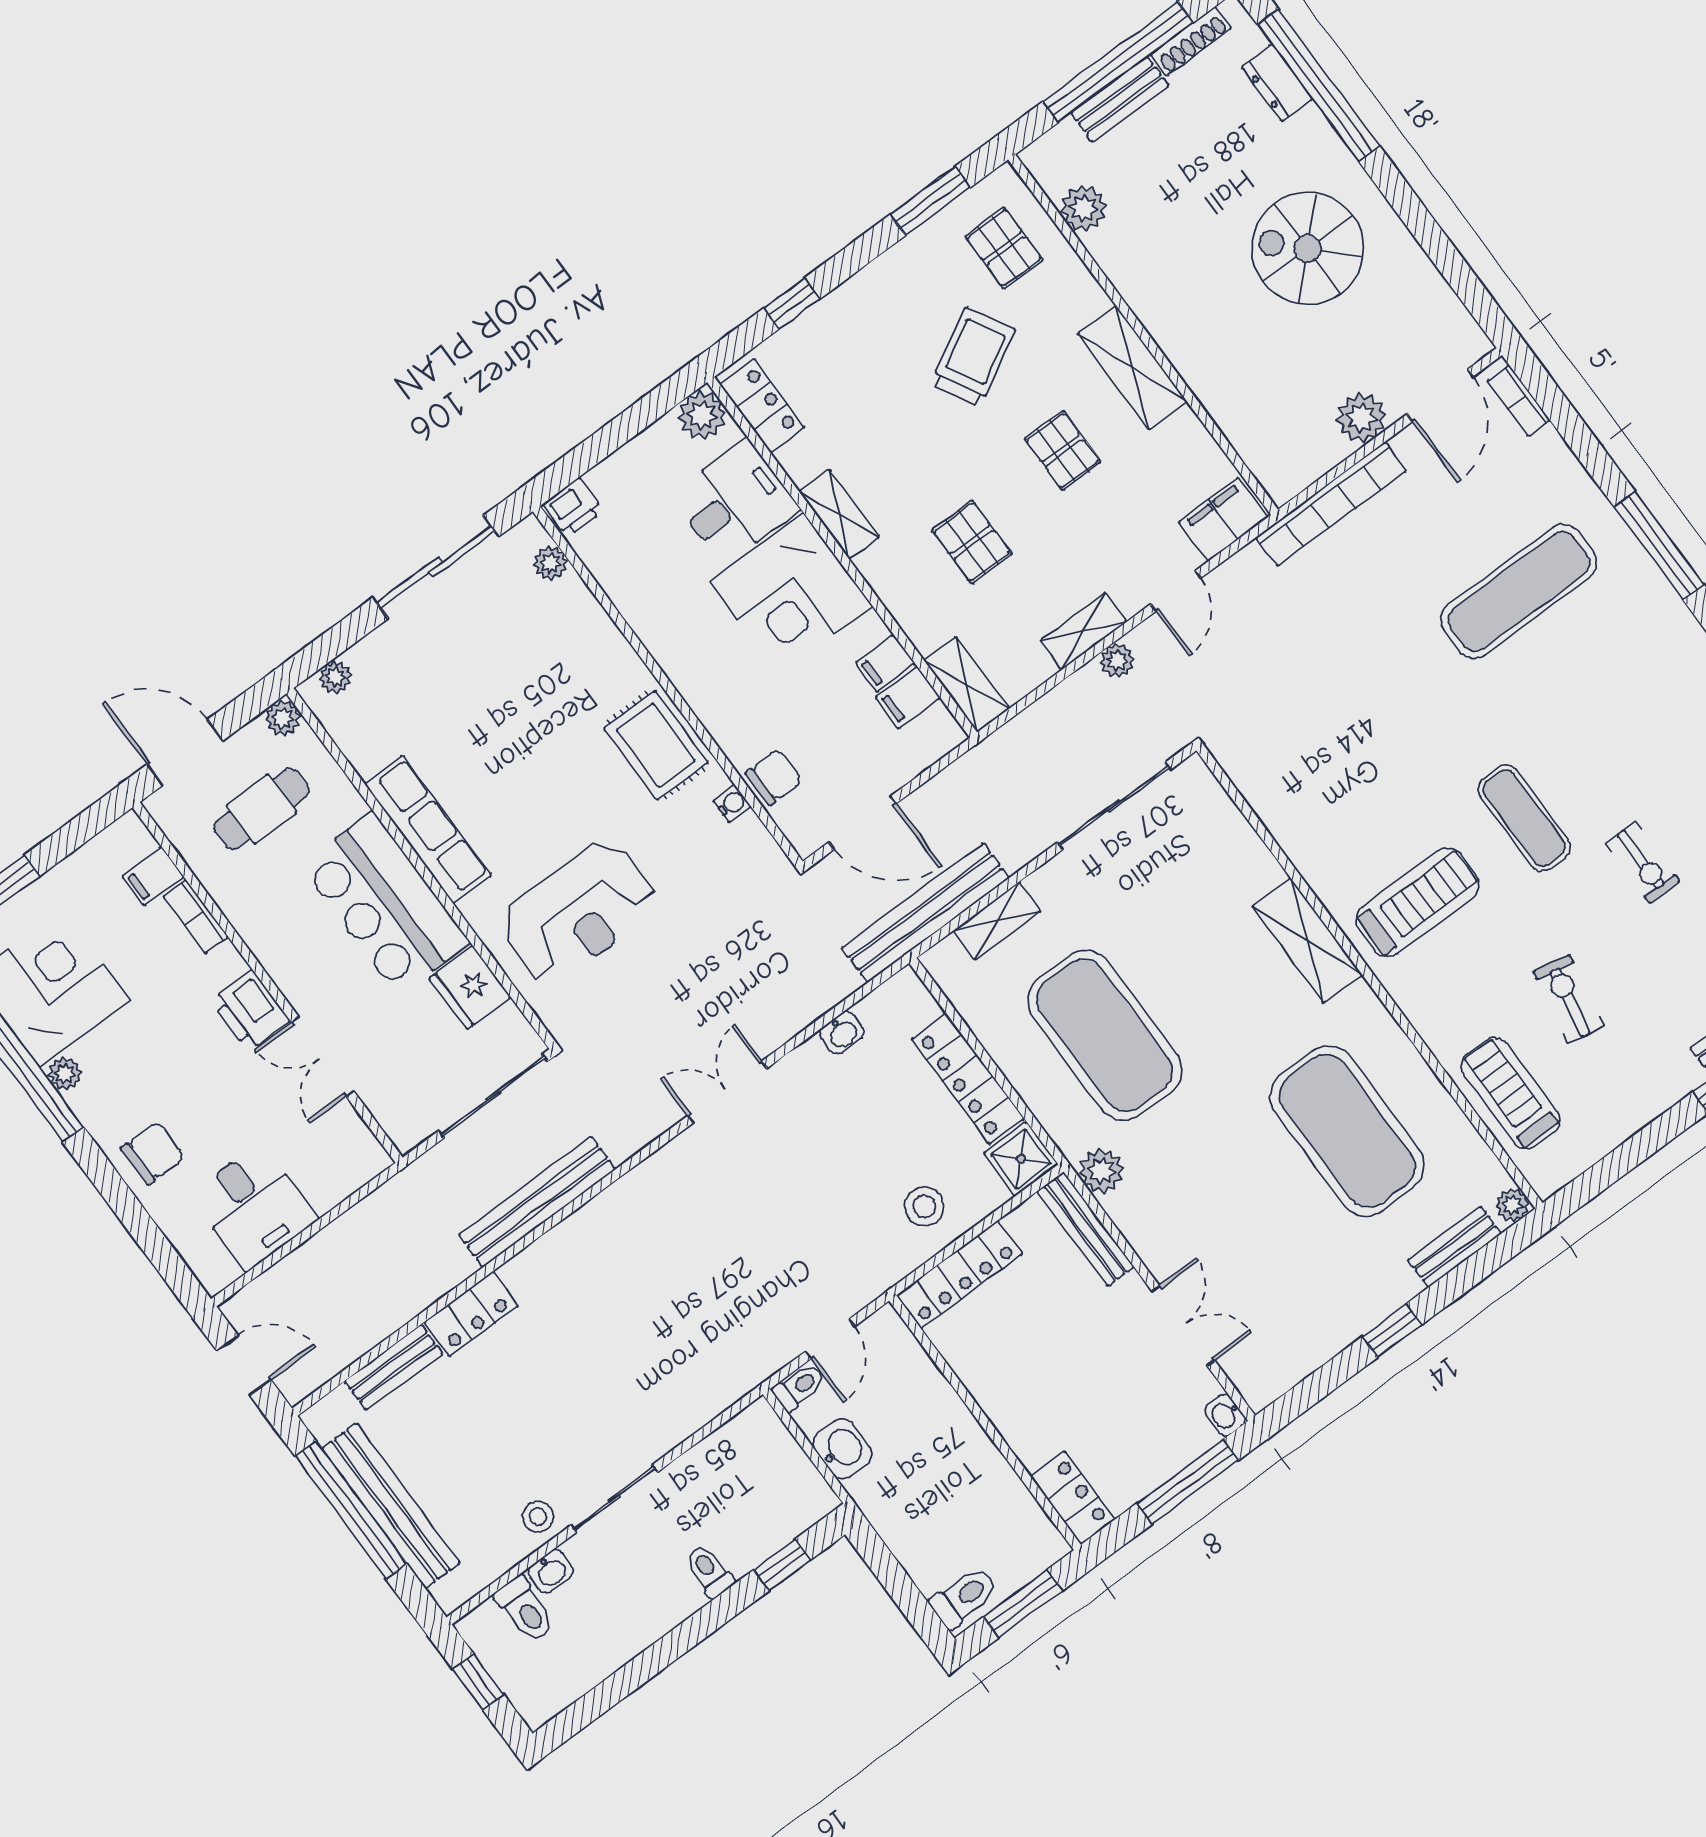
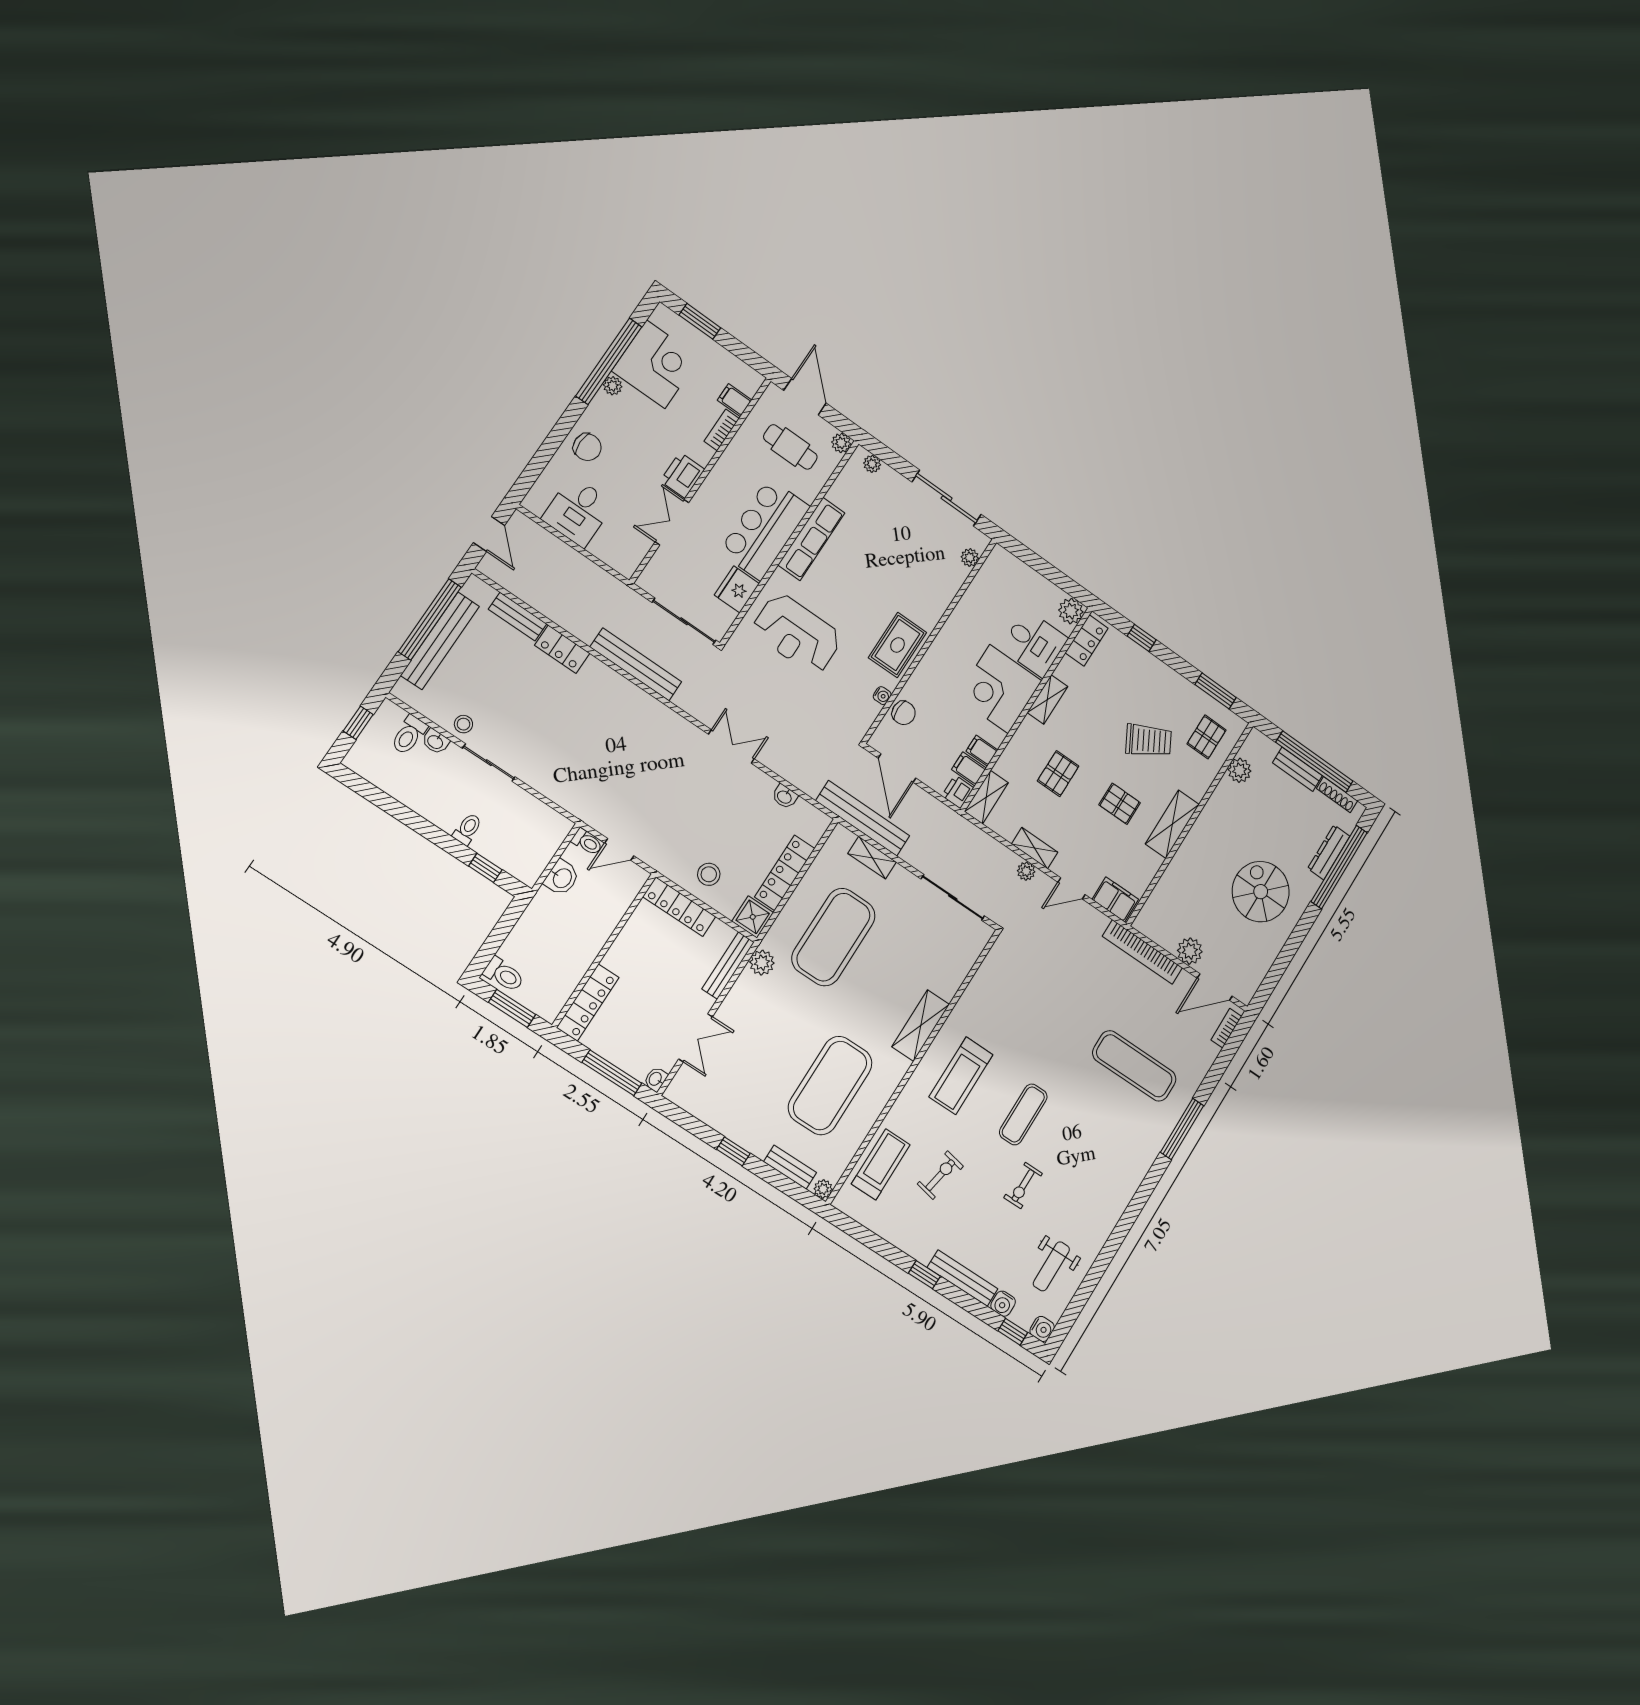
dresser: (1277, 83) -> (1329, 852), width x1.44
pallet: (1063, 450) -> (1120, 804), turned 90
printer: (573, 507) -> (958, 792), moved, turned 90
treadmill: (1418, 902) -> (961, 1076), turned 90
locker: (1073, 1498) -> (588, 1003), width x1.53

